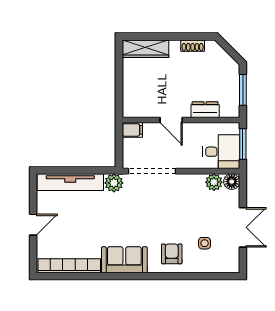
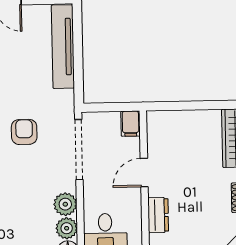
plant: (114, 183) -> (65, 204), moved
armchair: (137, 214) -> (24, 132), added

